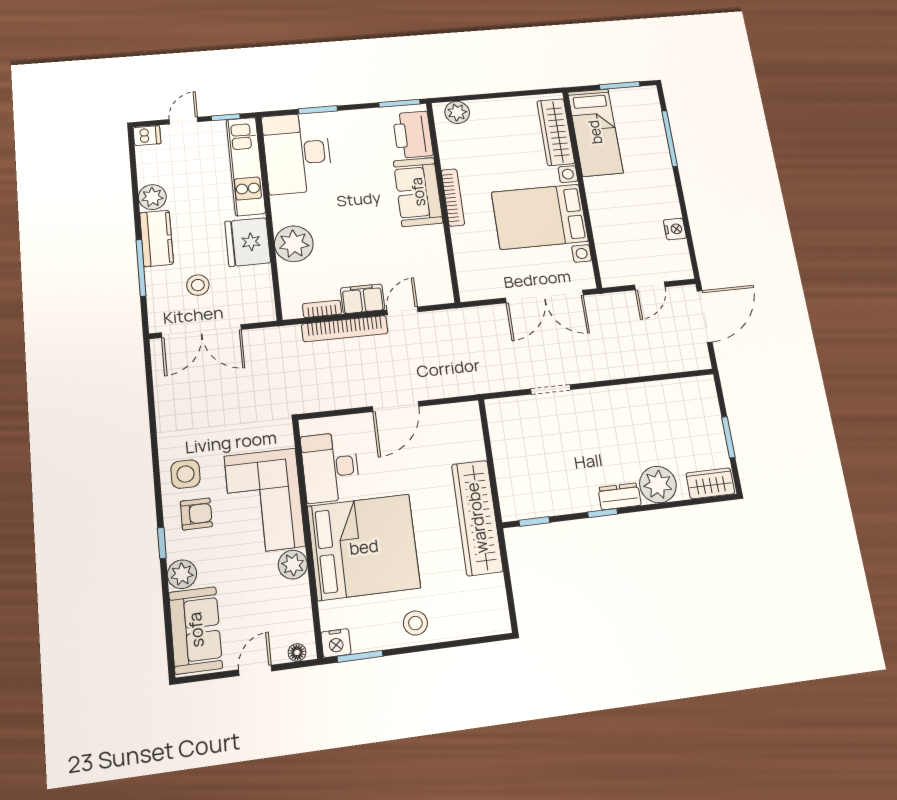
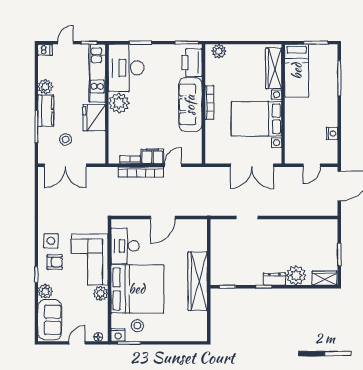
sofa: (418, 192) -> (190, 105), width x1.36
plant: (294, 244) -> (119, 103), moved
stool: (415, 623) -> (137, 326), moved

